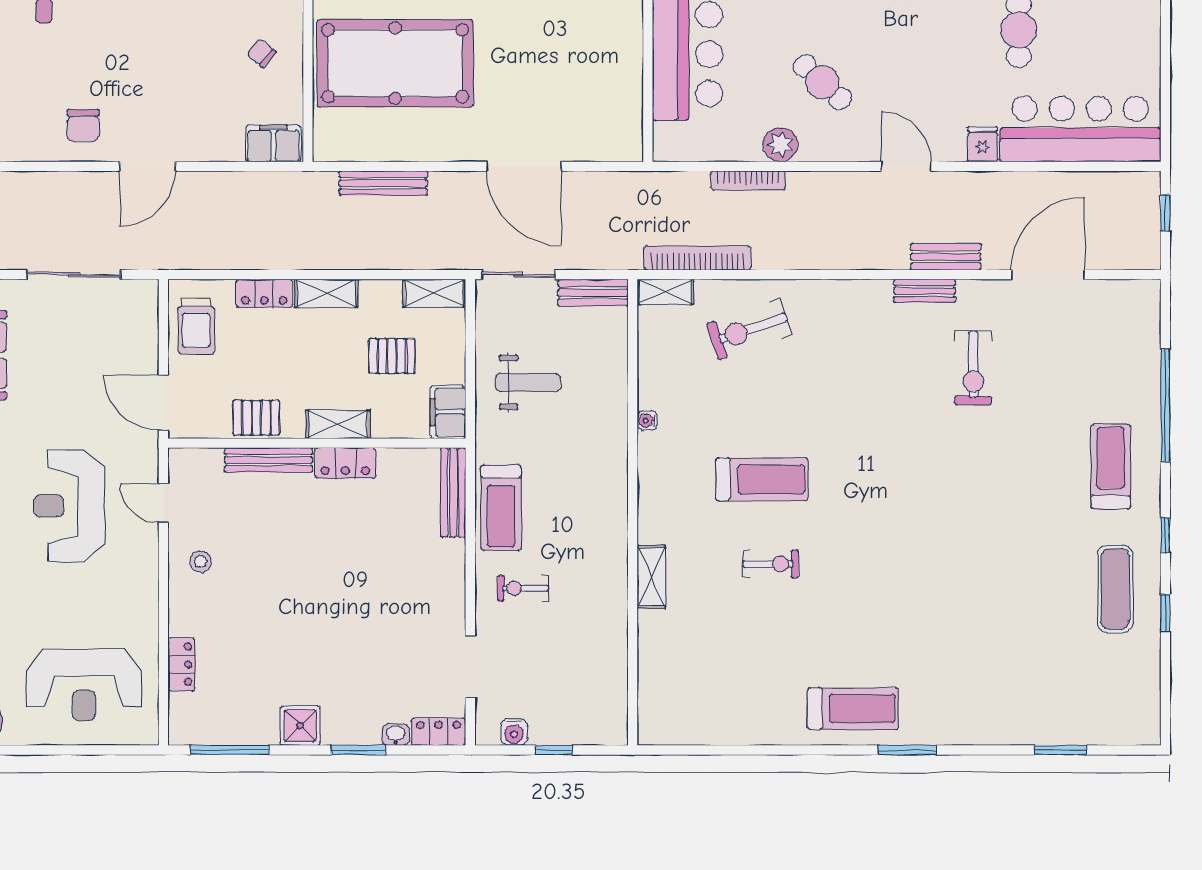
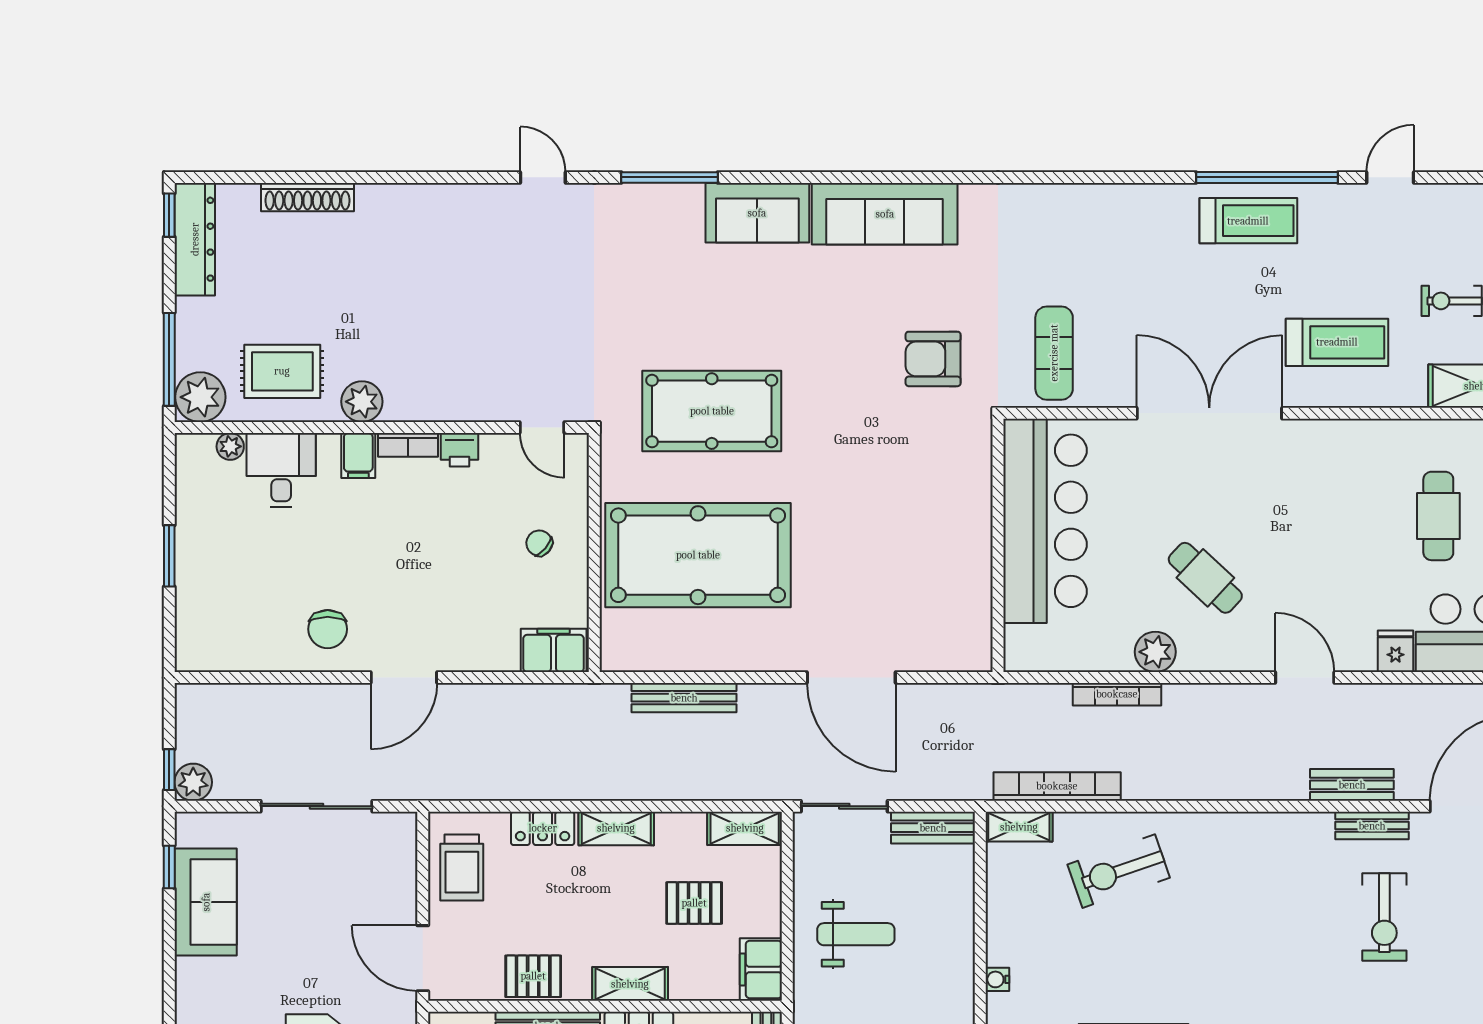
bench: (925, 291) -> (1372, 826), moved

